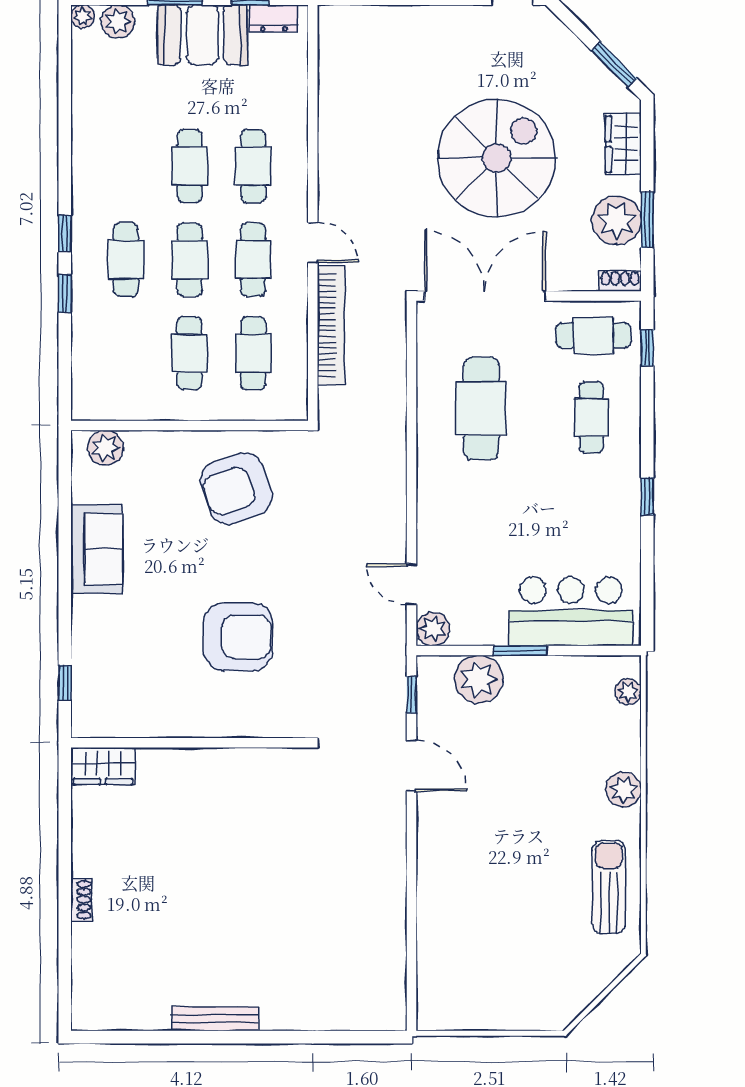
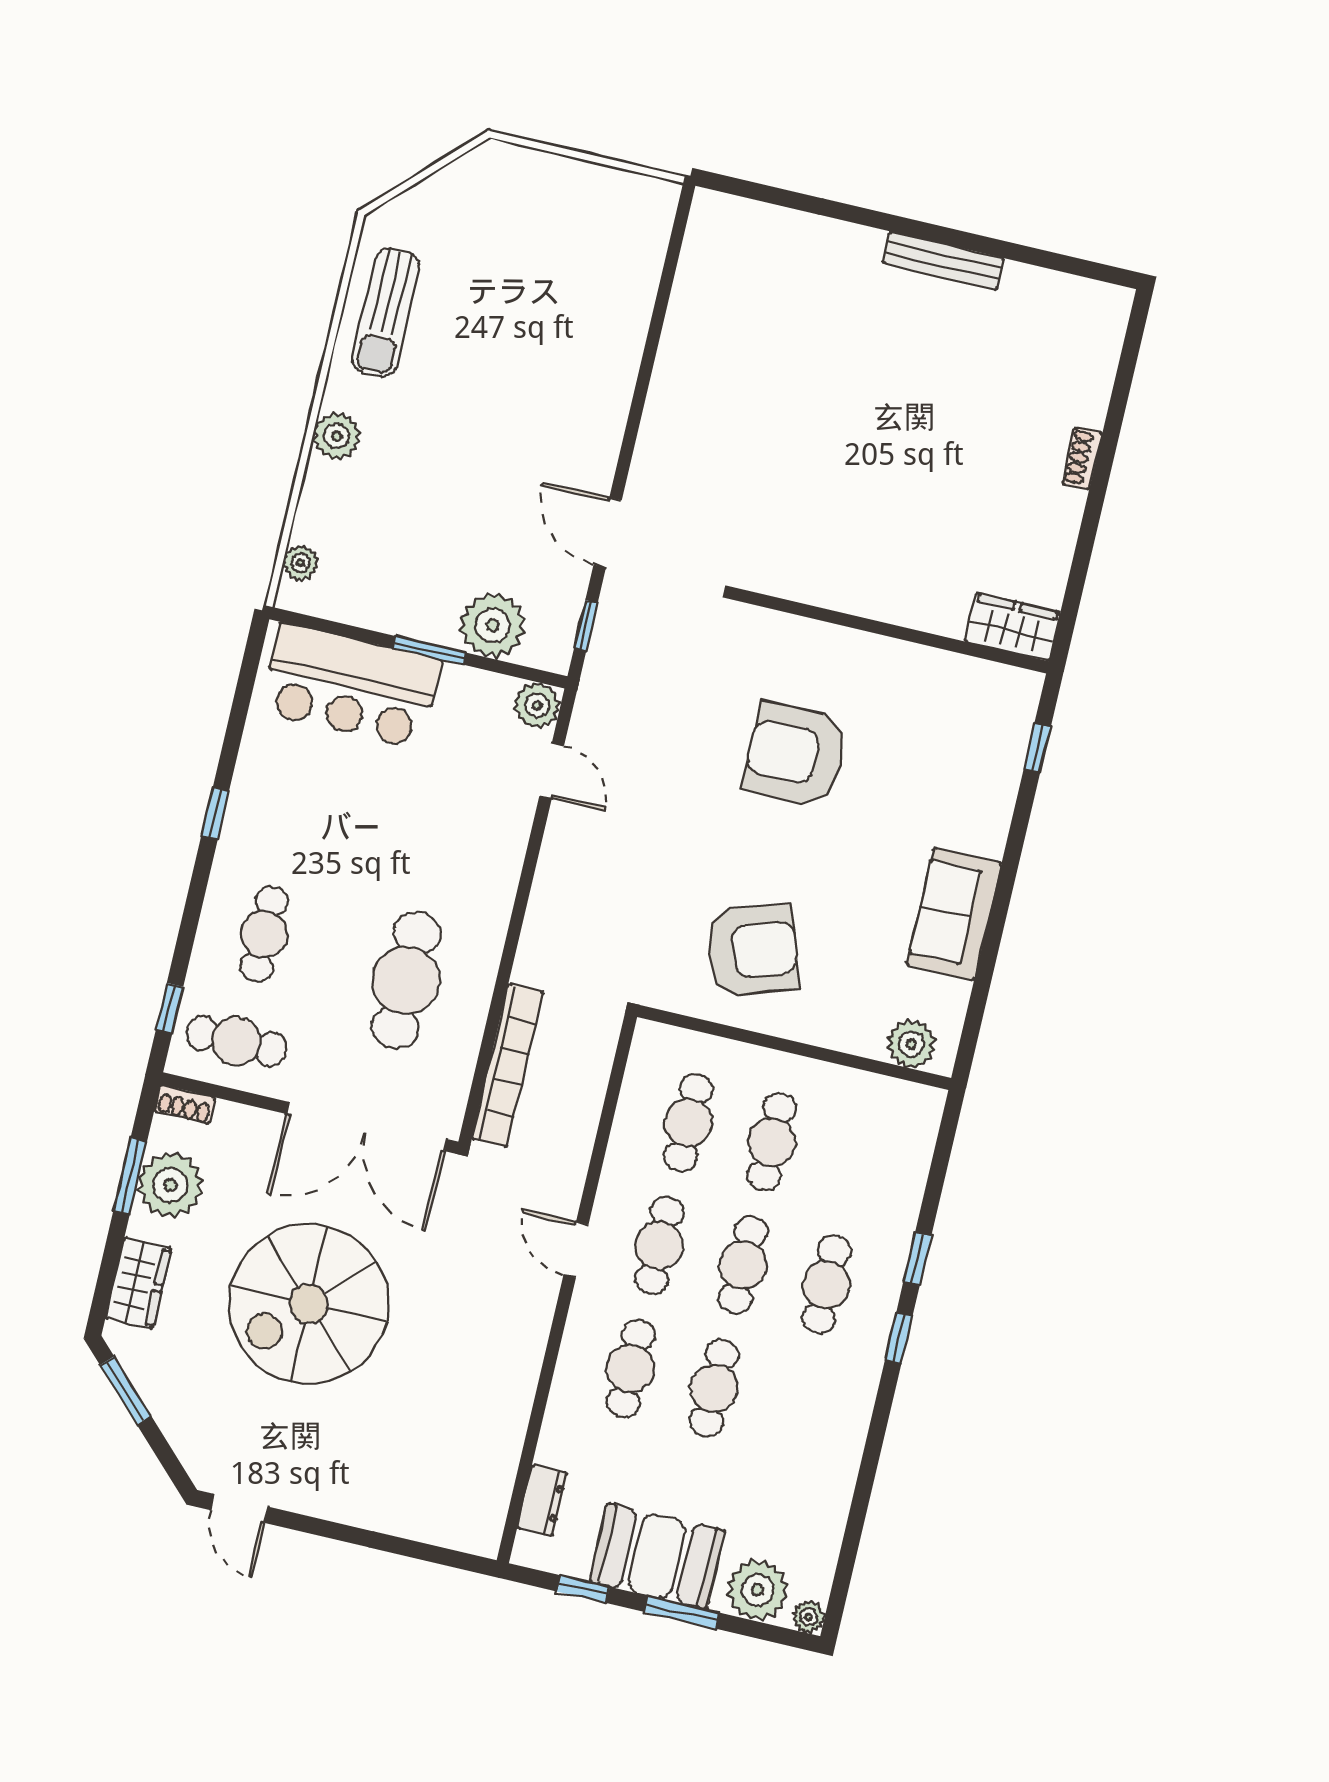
dresser: (274, 18) -> (542, 1501), moved, turned 90
plant: (118, 21) -> (758, 1590), width x1.36, depth x1.36
bookcase: (331, 325) -> (508, 1065), moved, turned 180

